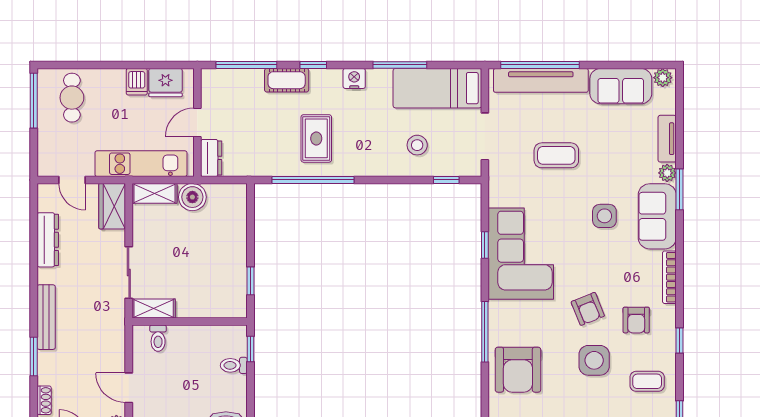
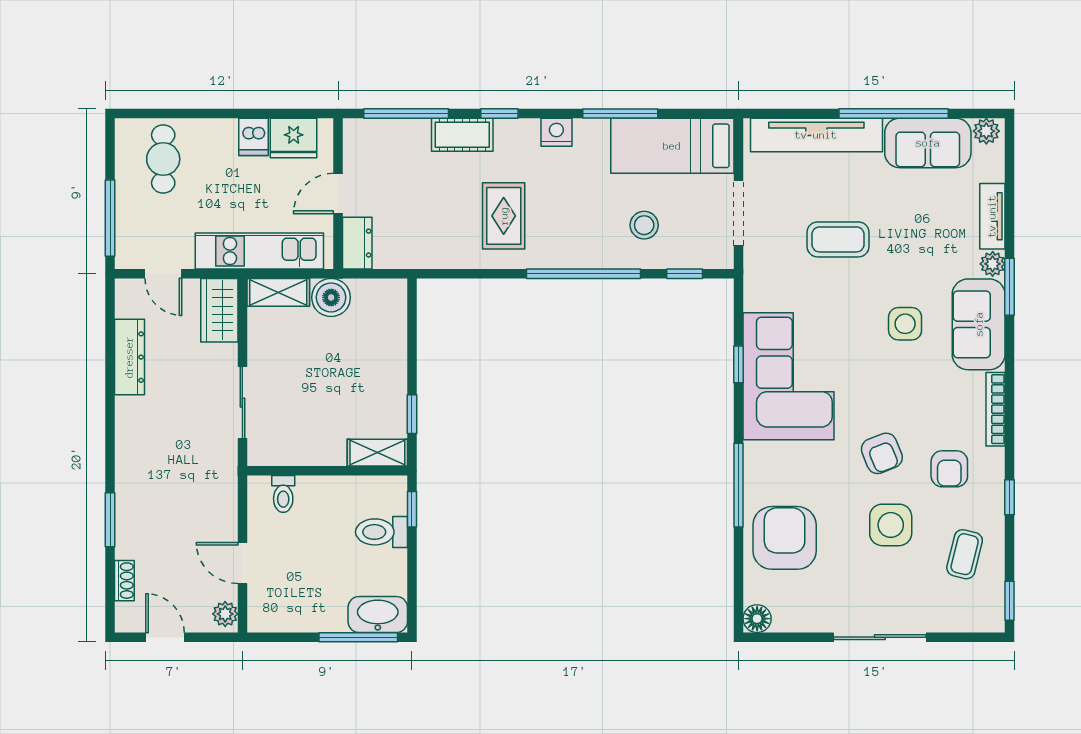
window: (540, 65) -> (894, 113), moved
window: (34, 101) -> (110, 218), moved
window: (313, 180) -> (583, 274), moved
shelving: (154, 308) -> (377, 453), moved
bench: (46, 317) -> (127, 465), removed
toilet: (234, 365) -> (381, 532), width x1.37, depth x1.39
armchair: (518, 370) -> (785, 538), turned 180
coffee table: (647, 381) -> (965, 554), turned -76

